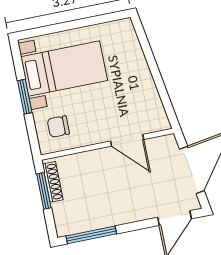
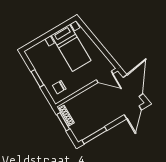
bed with nightstands: (64, 69) -> (71, 48), moved, turned 90
door: (127, 140) -> (105, 77), moved

